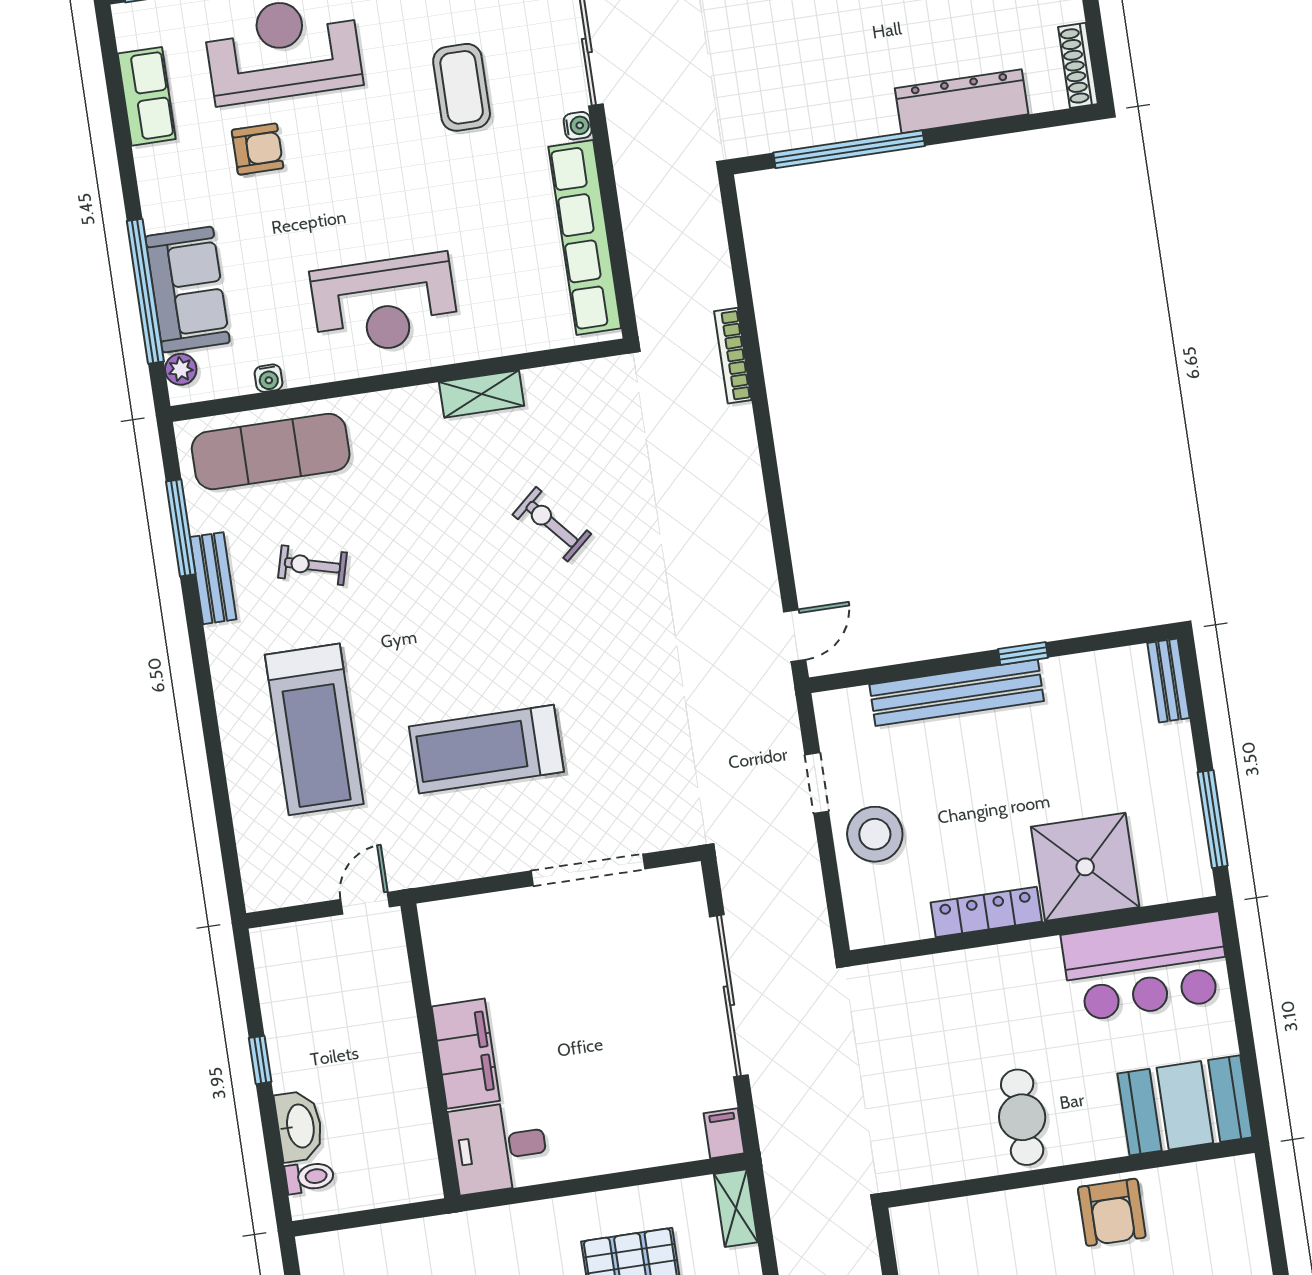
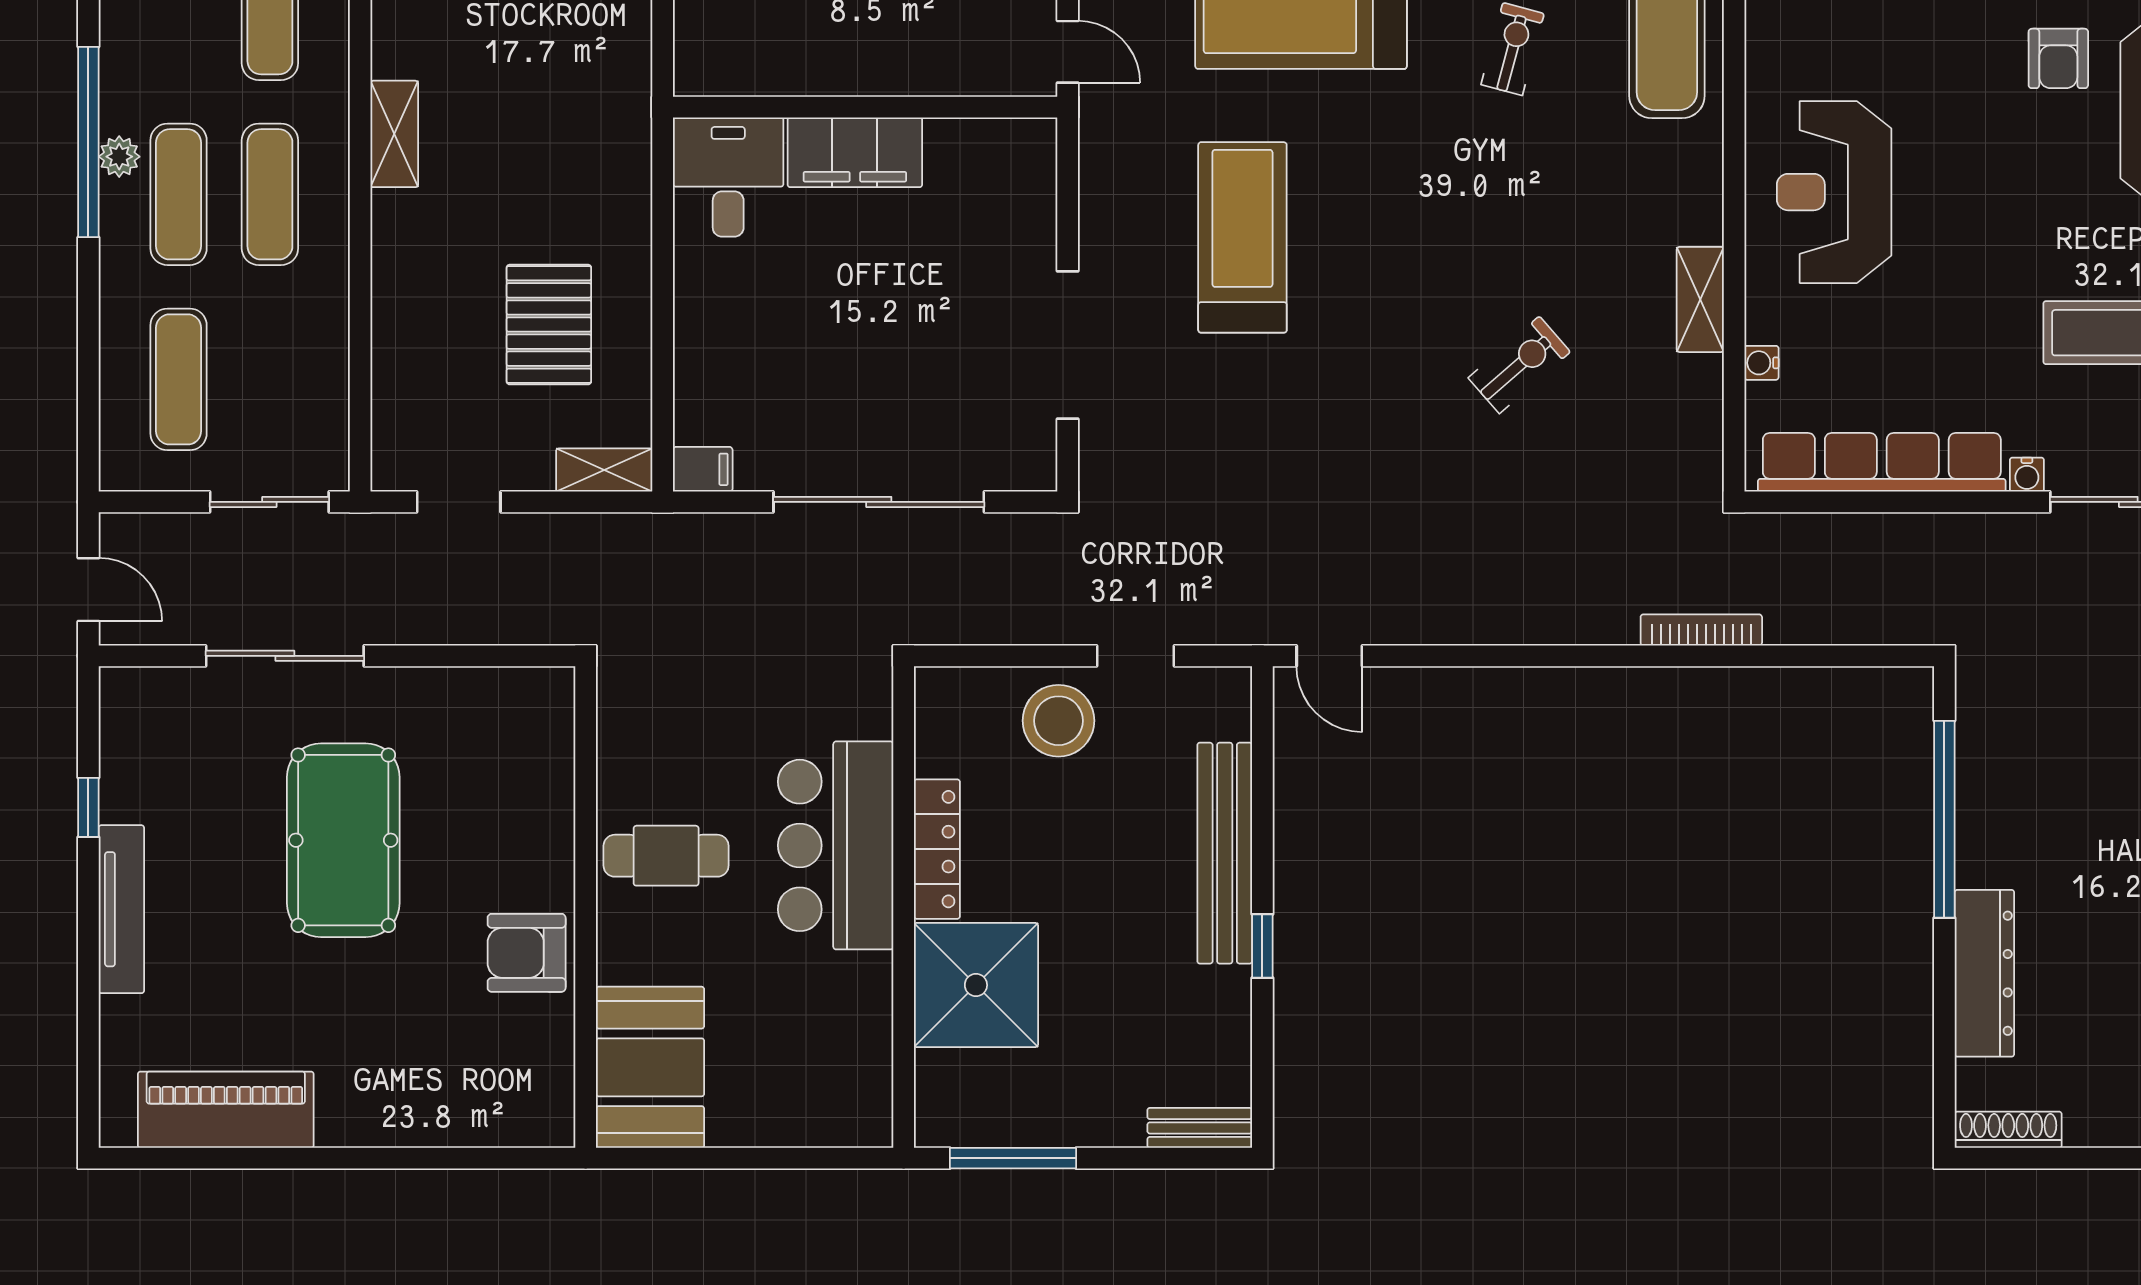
water cooler: (269, 378) -> (1762, 363), moved
bar counter: (1146, 967) -> (836, 845), moved

